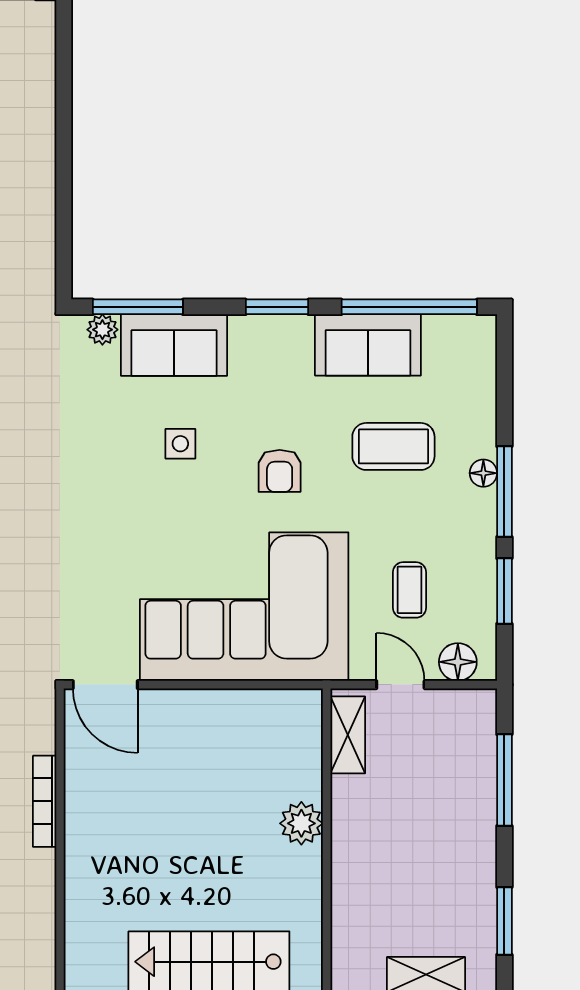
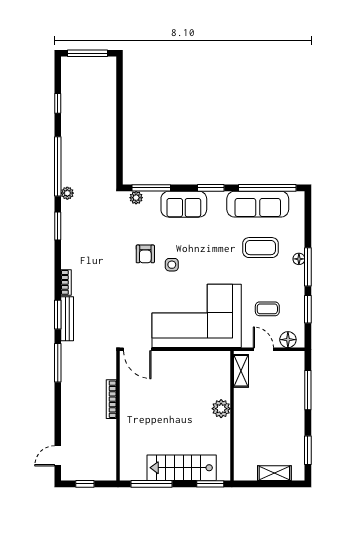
sofa: (174, 345) -> (184, 204), moved
sofa: (368, 345) -> (258, 204), width x1.36
side table: (180, 444) -> (172, 265), moved
armchair: (280, 471) -> (145, 254), moved
coffee table: (409, 590) -> (267, 309), turned 90

